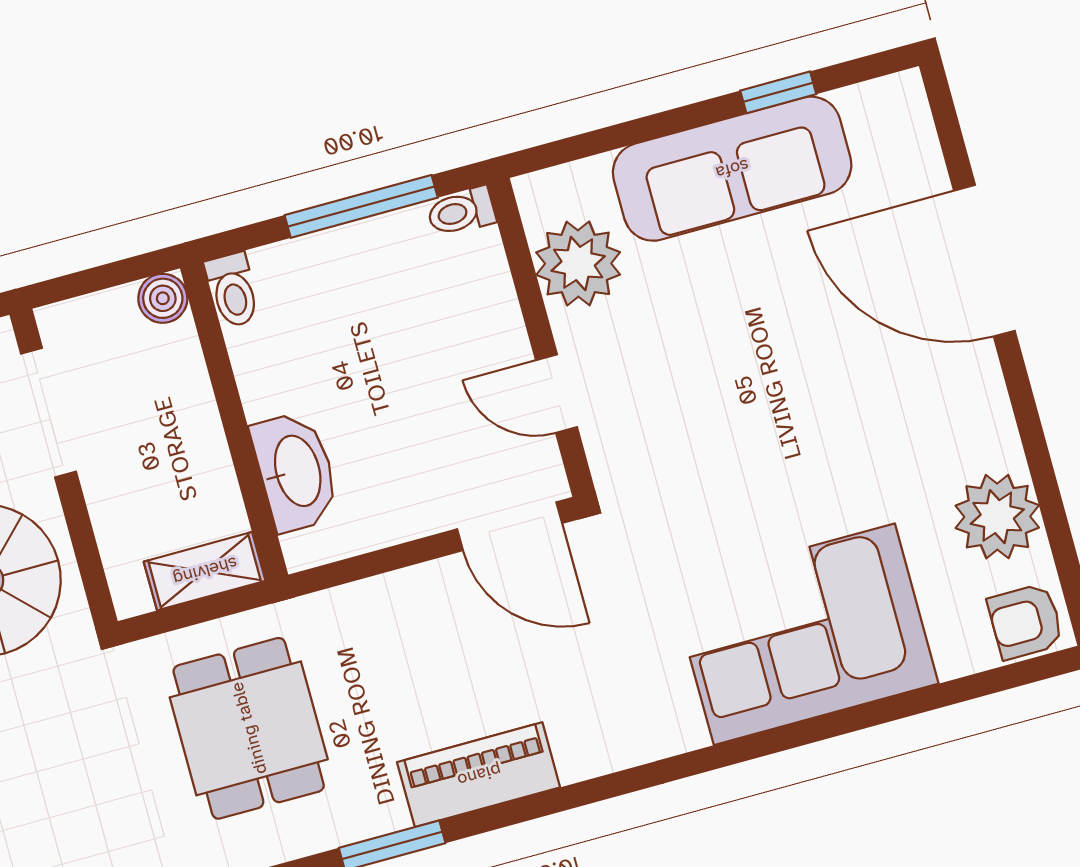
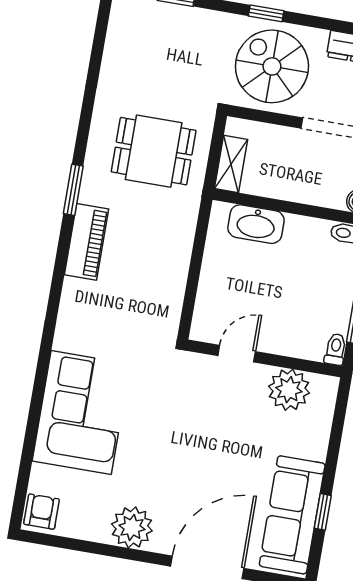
sofa: (732, 169) -> (292, 515), moved
plant: (997, 517) -> (132, 527), moved
door: (510, 526) -> (188, 306), removed

